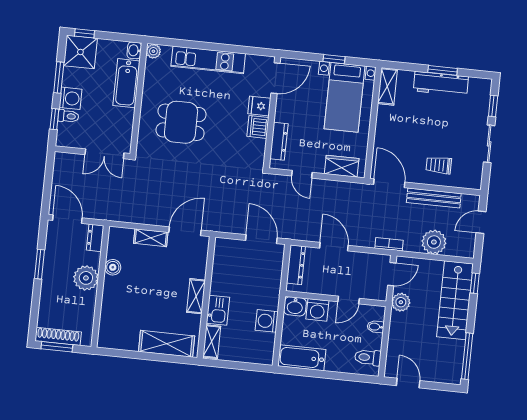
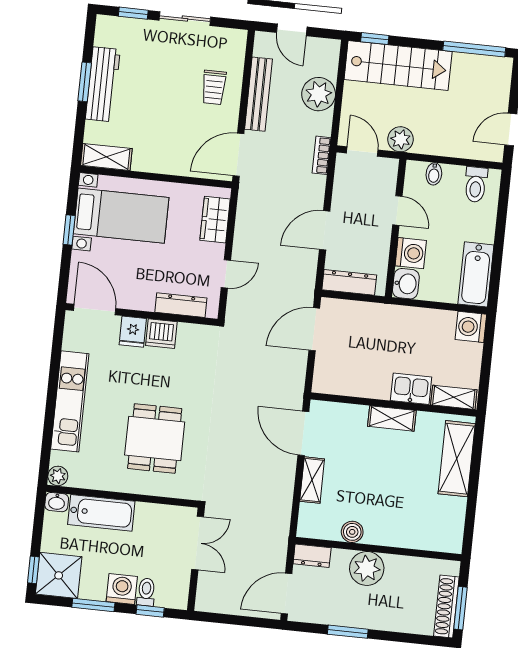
washing machine: (267, 321) -> (471, 327), moved, turned 90

